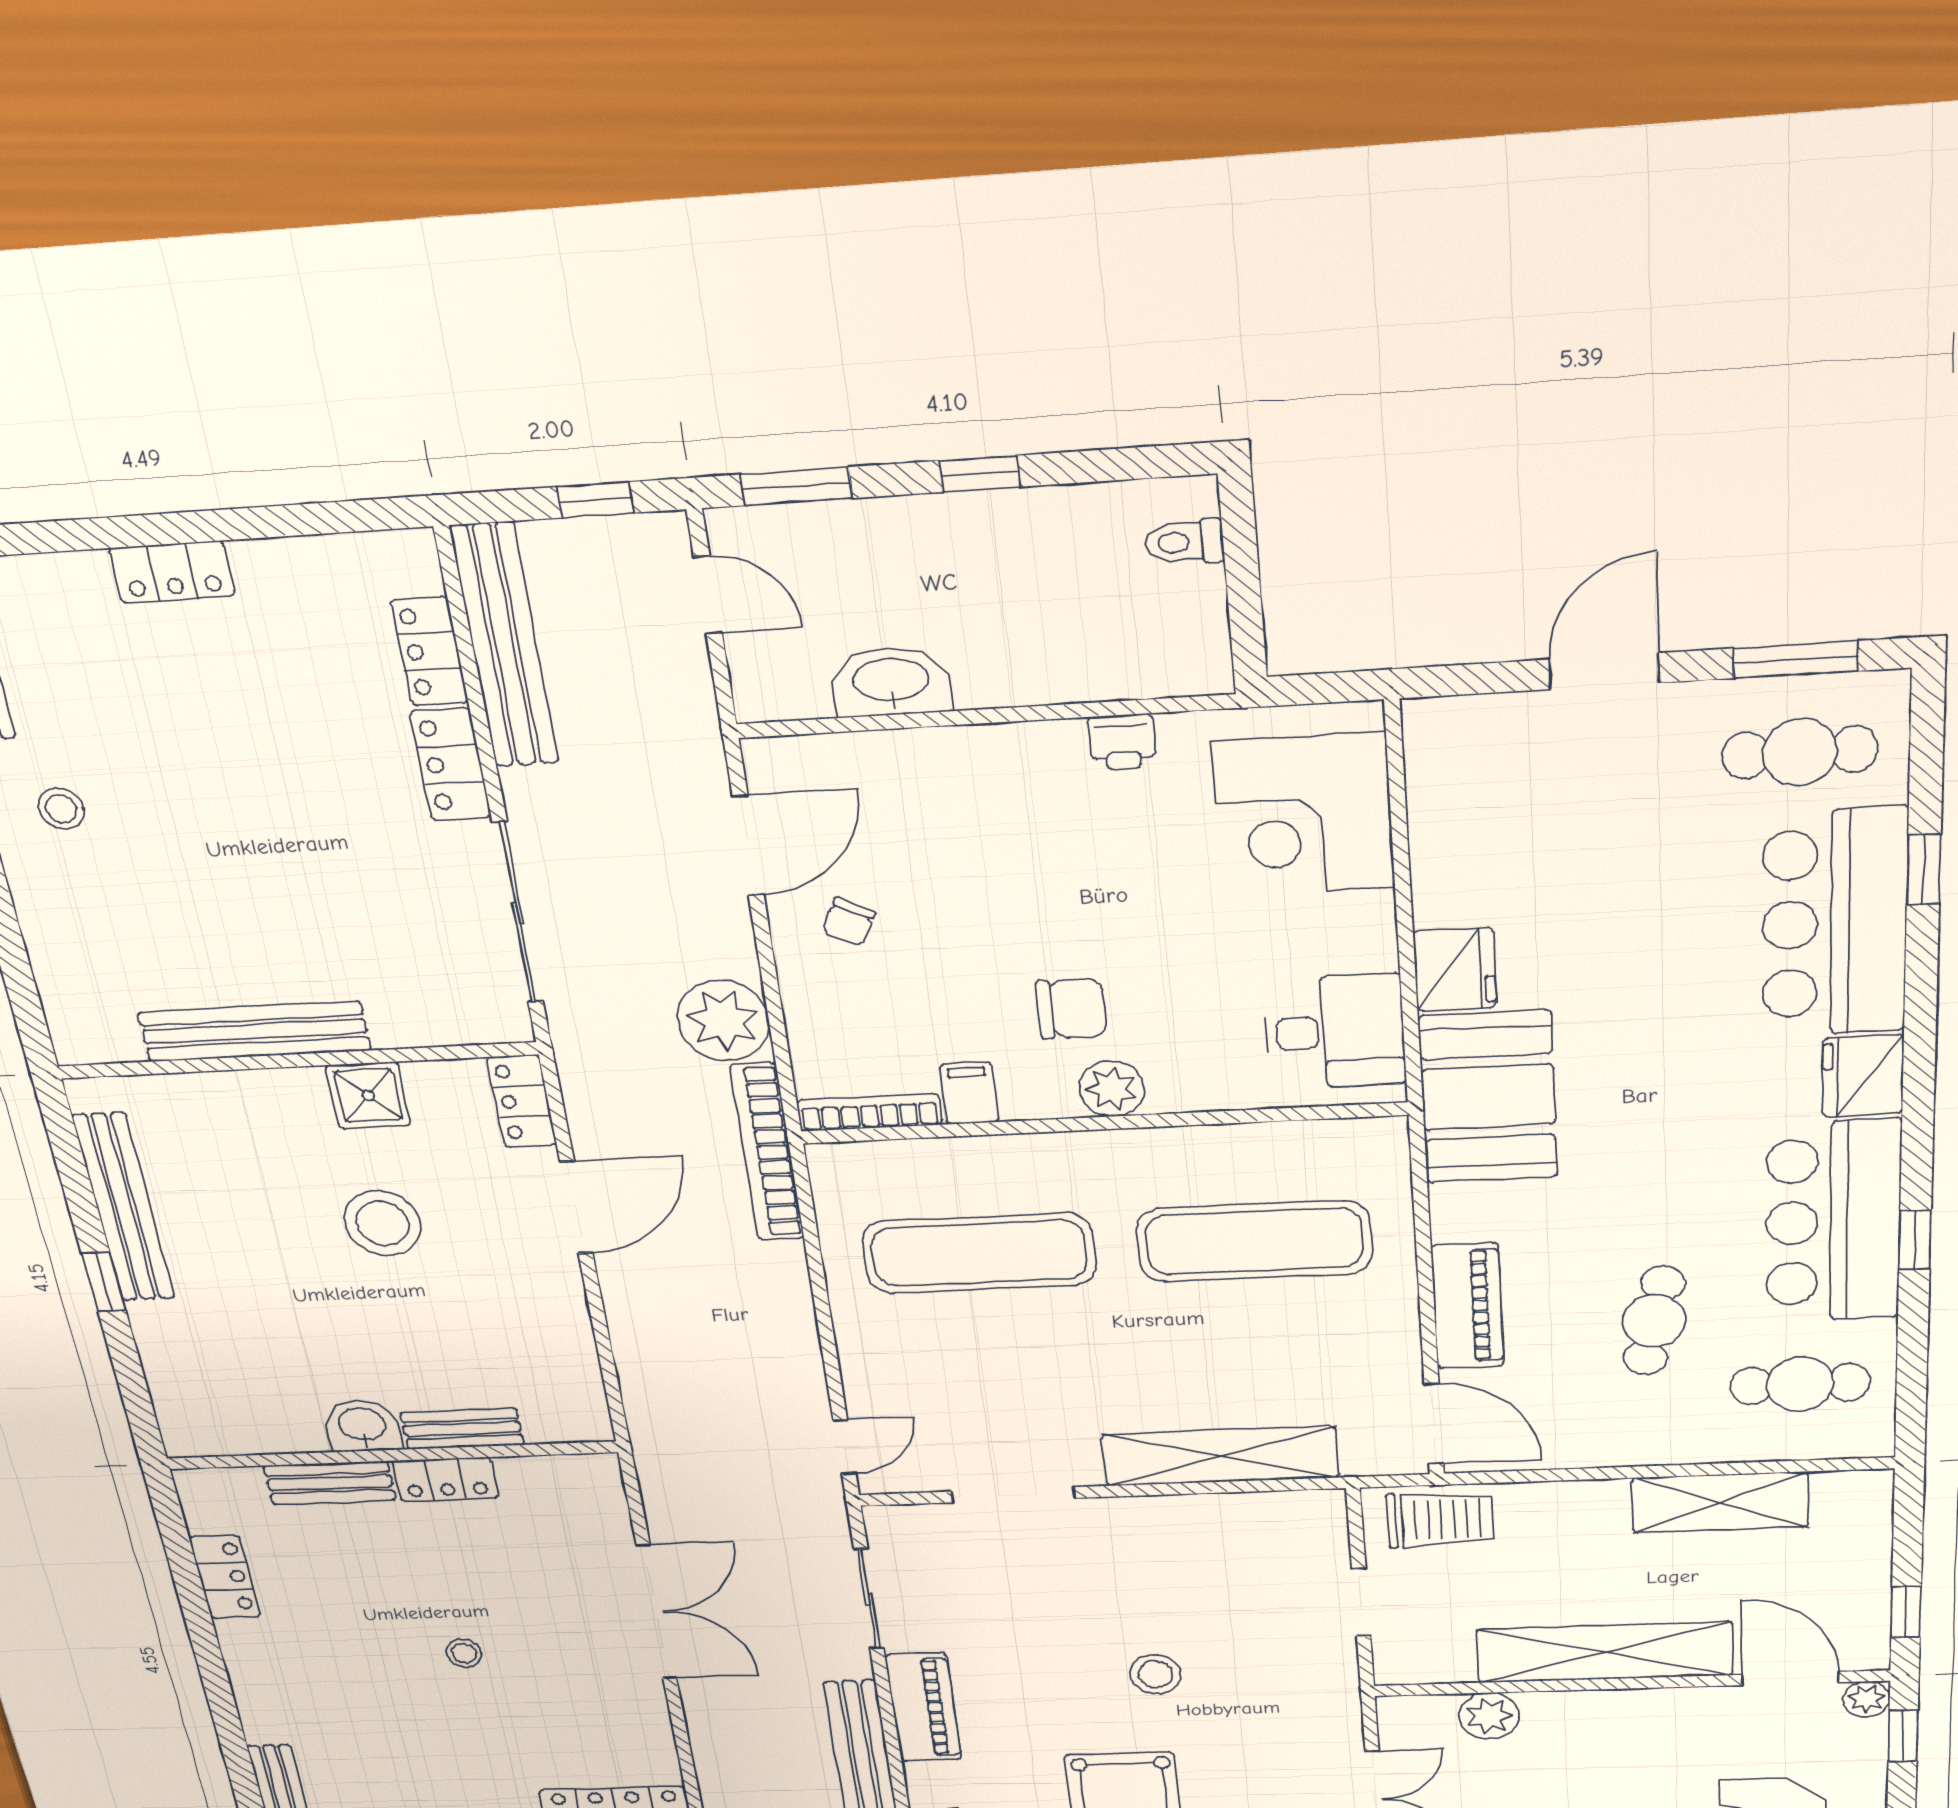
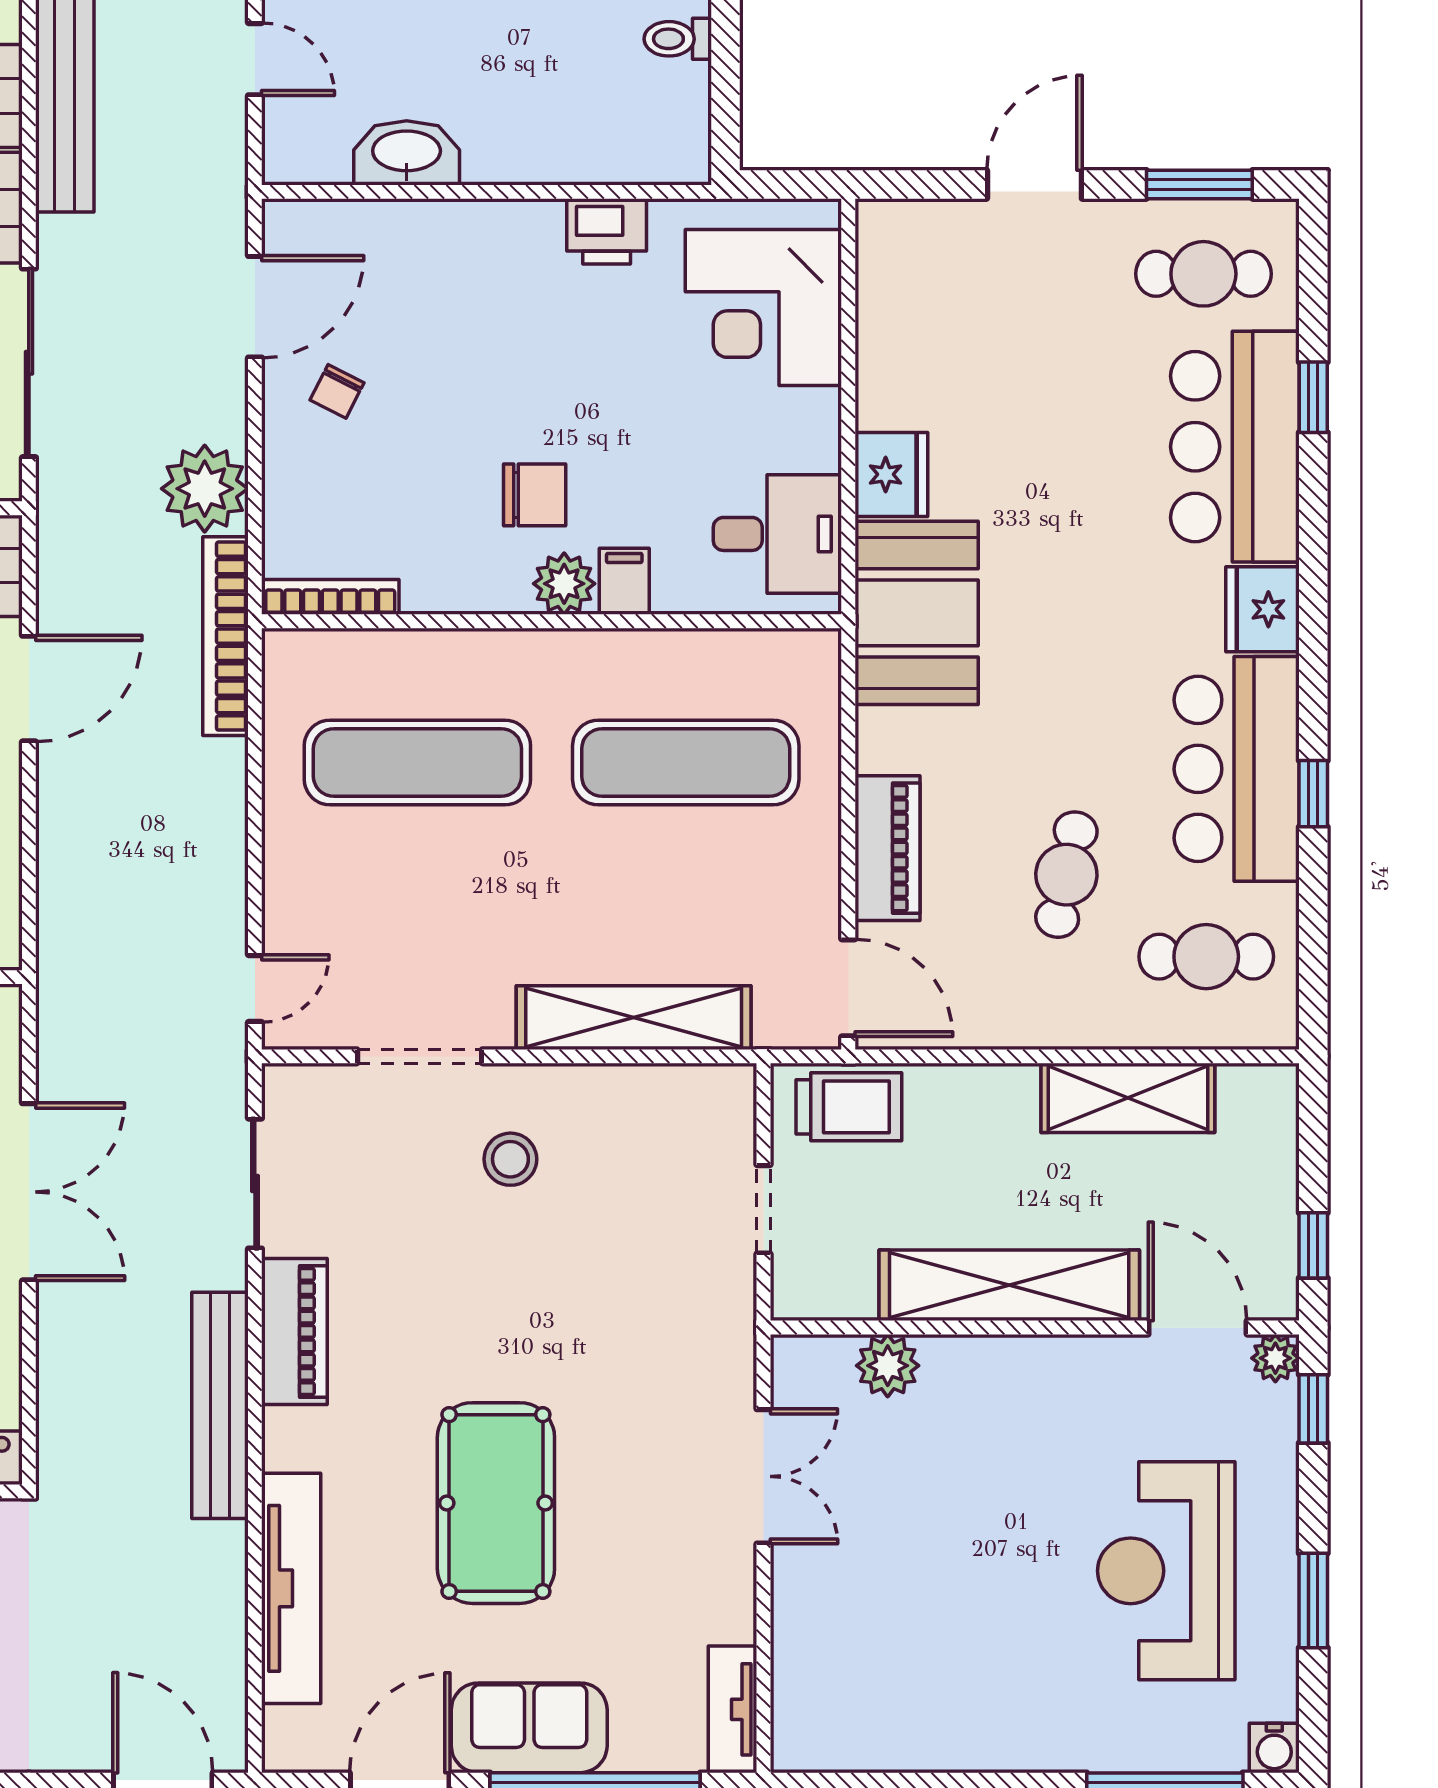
printer: (1122, 742) -> (607, 231), width x1.36, depth x1.24
filing cabinet: (969, 1093) -> (624, 581), moved
stool: (1155, 1674) -> (510, 1159), moved

